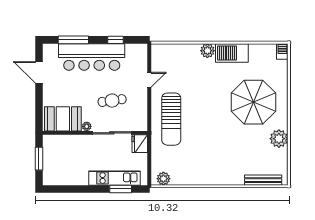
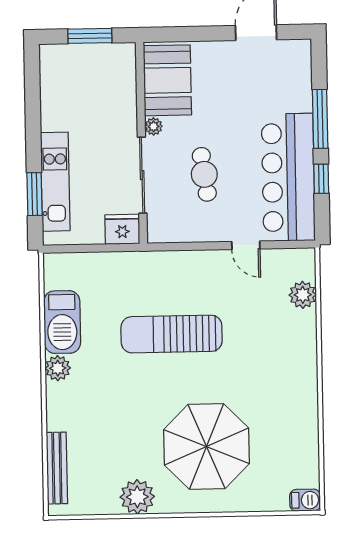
window: (73, 40) -> (320, 119), moved
plant: (207, 51) -> (303, 295), moved
barbecue: (232, 53) -> (62, 322), moved, turned 180
bar counter: (92, 57) -> (288, 177), moved
sun lounger: (171, 119) -> (172, 334), moved
plant: (163, 179) -> (58, 368), moved

